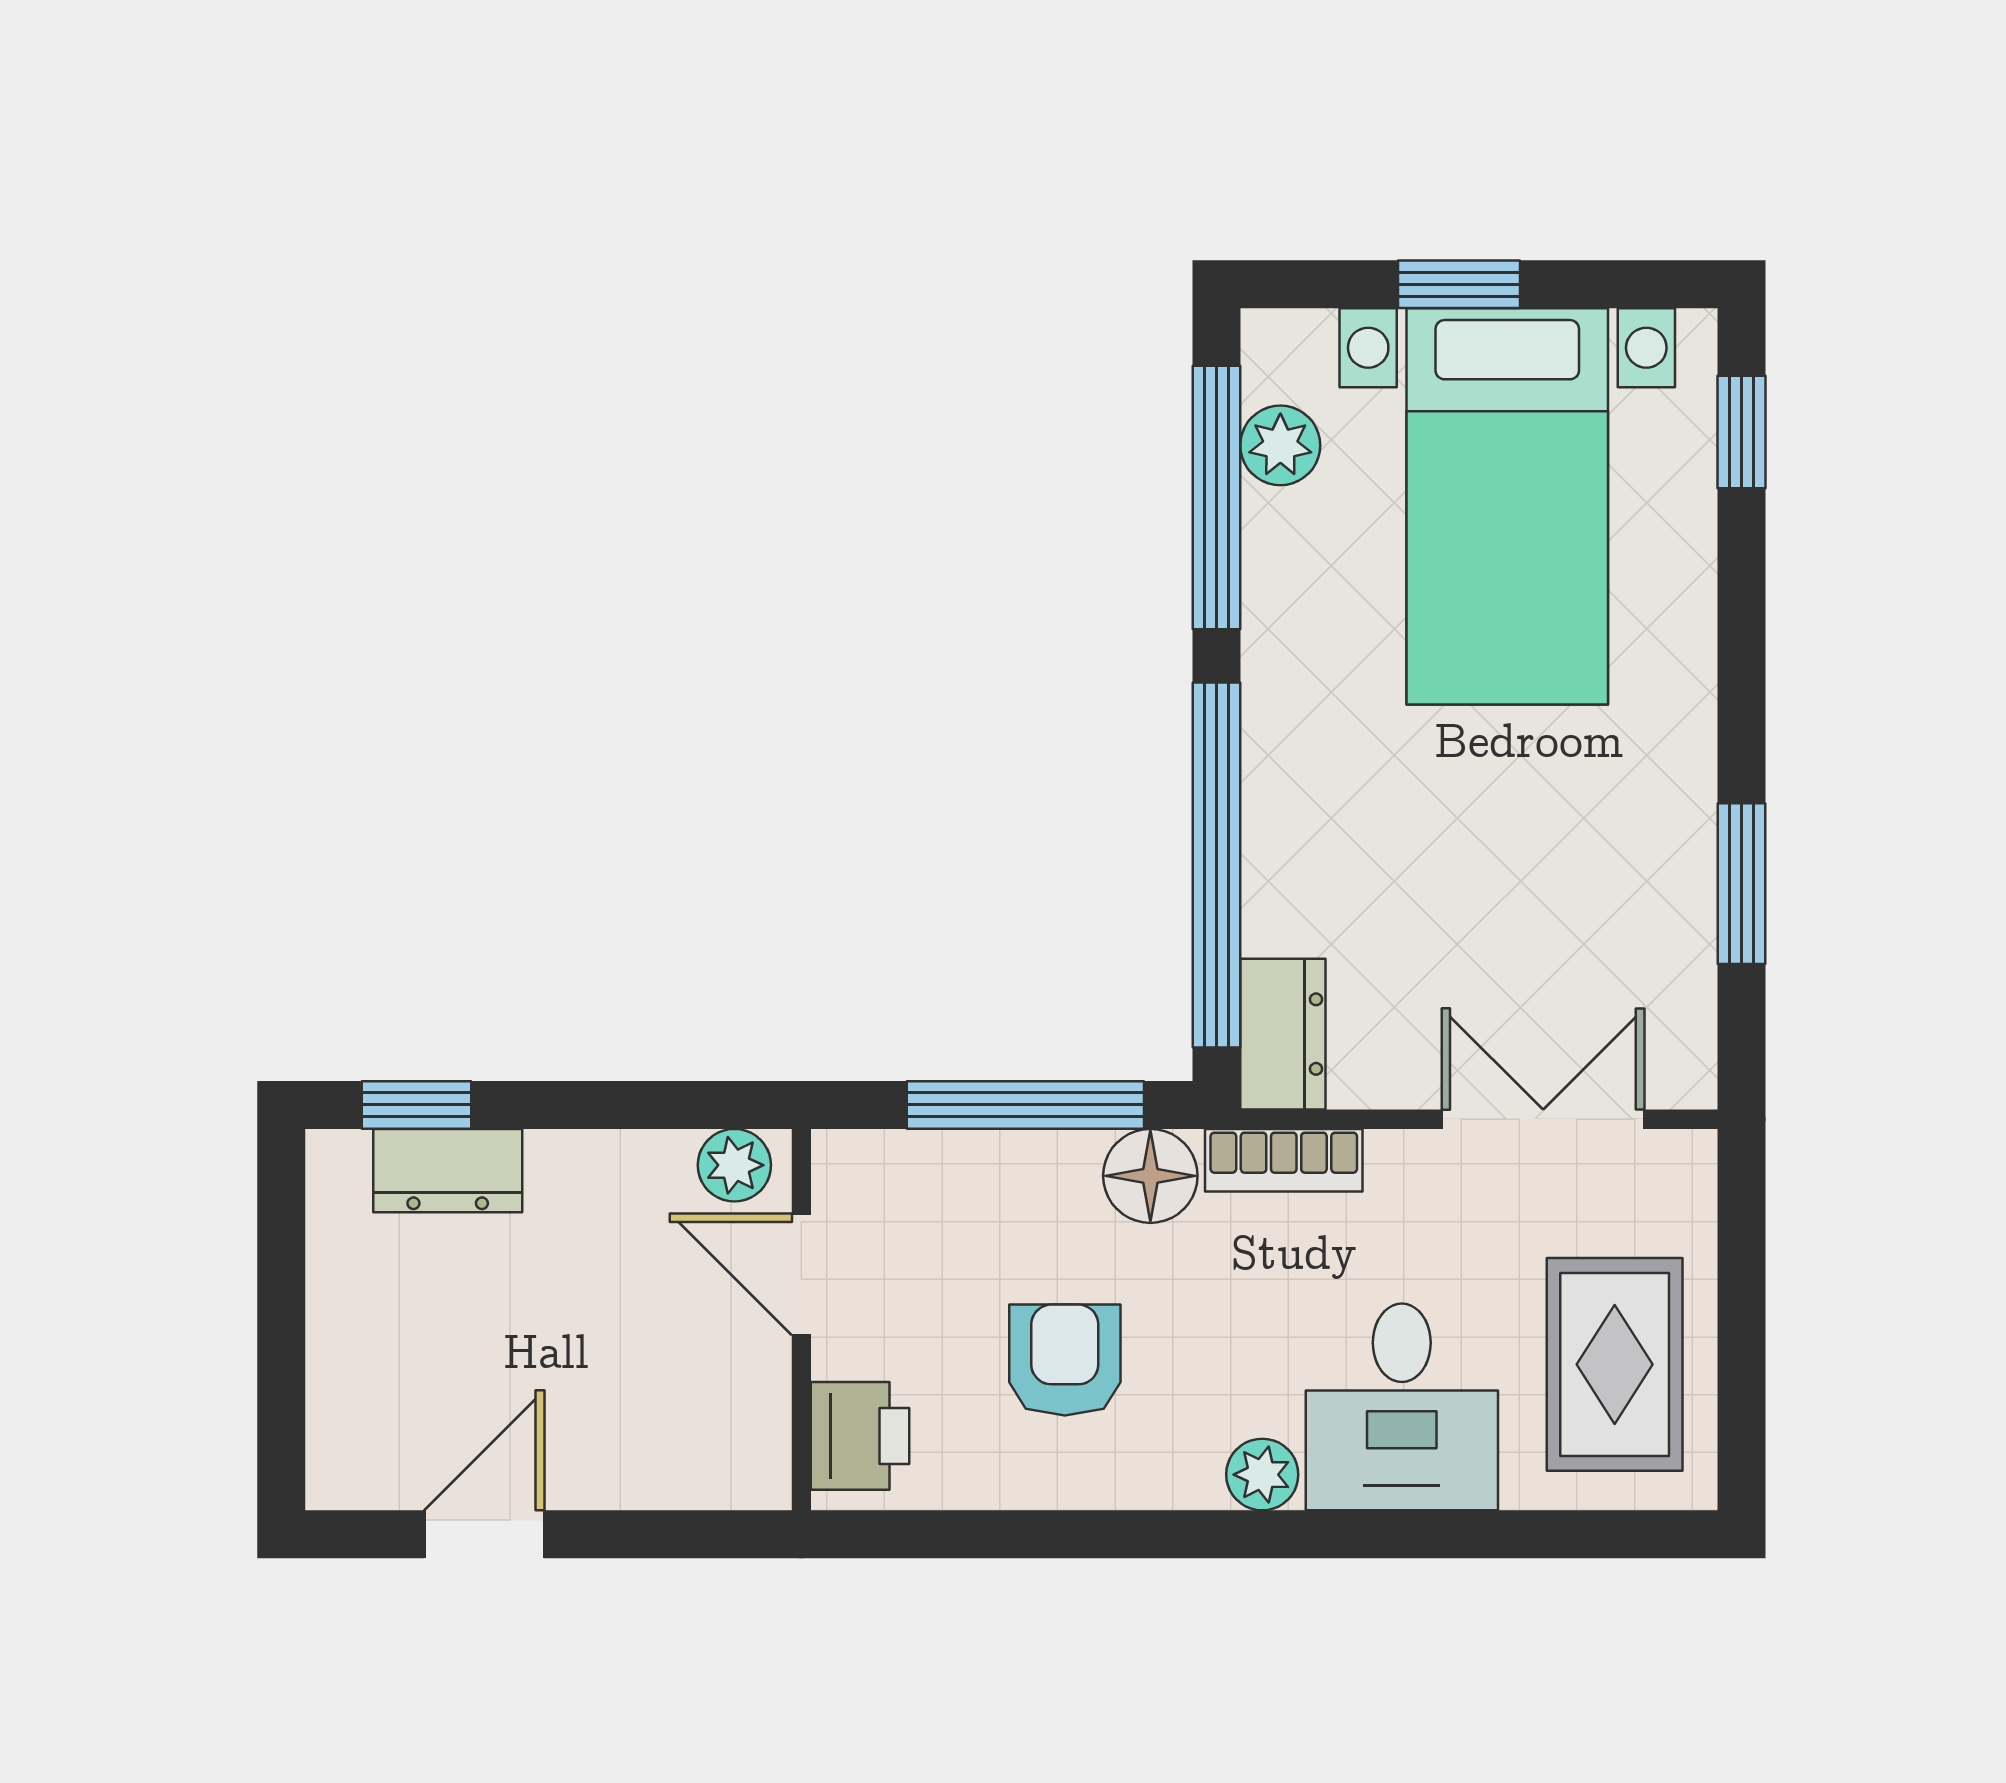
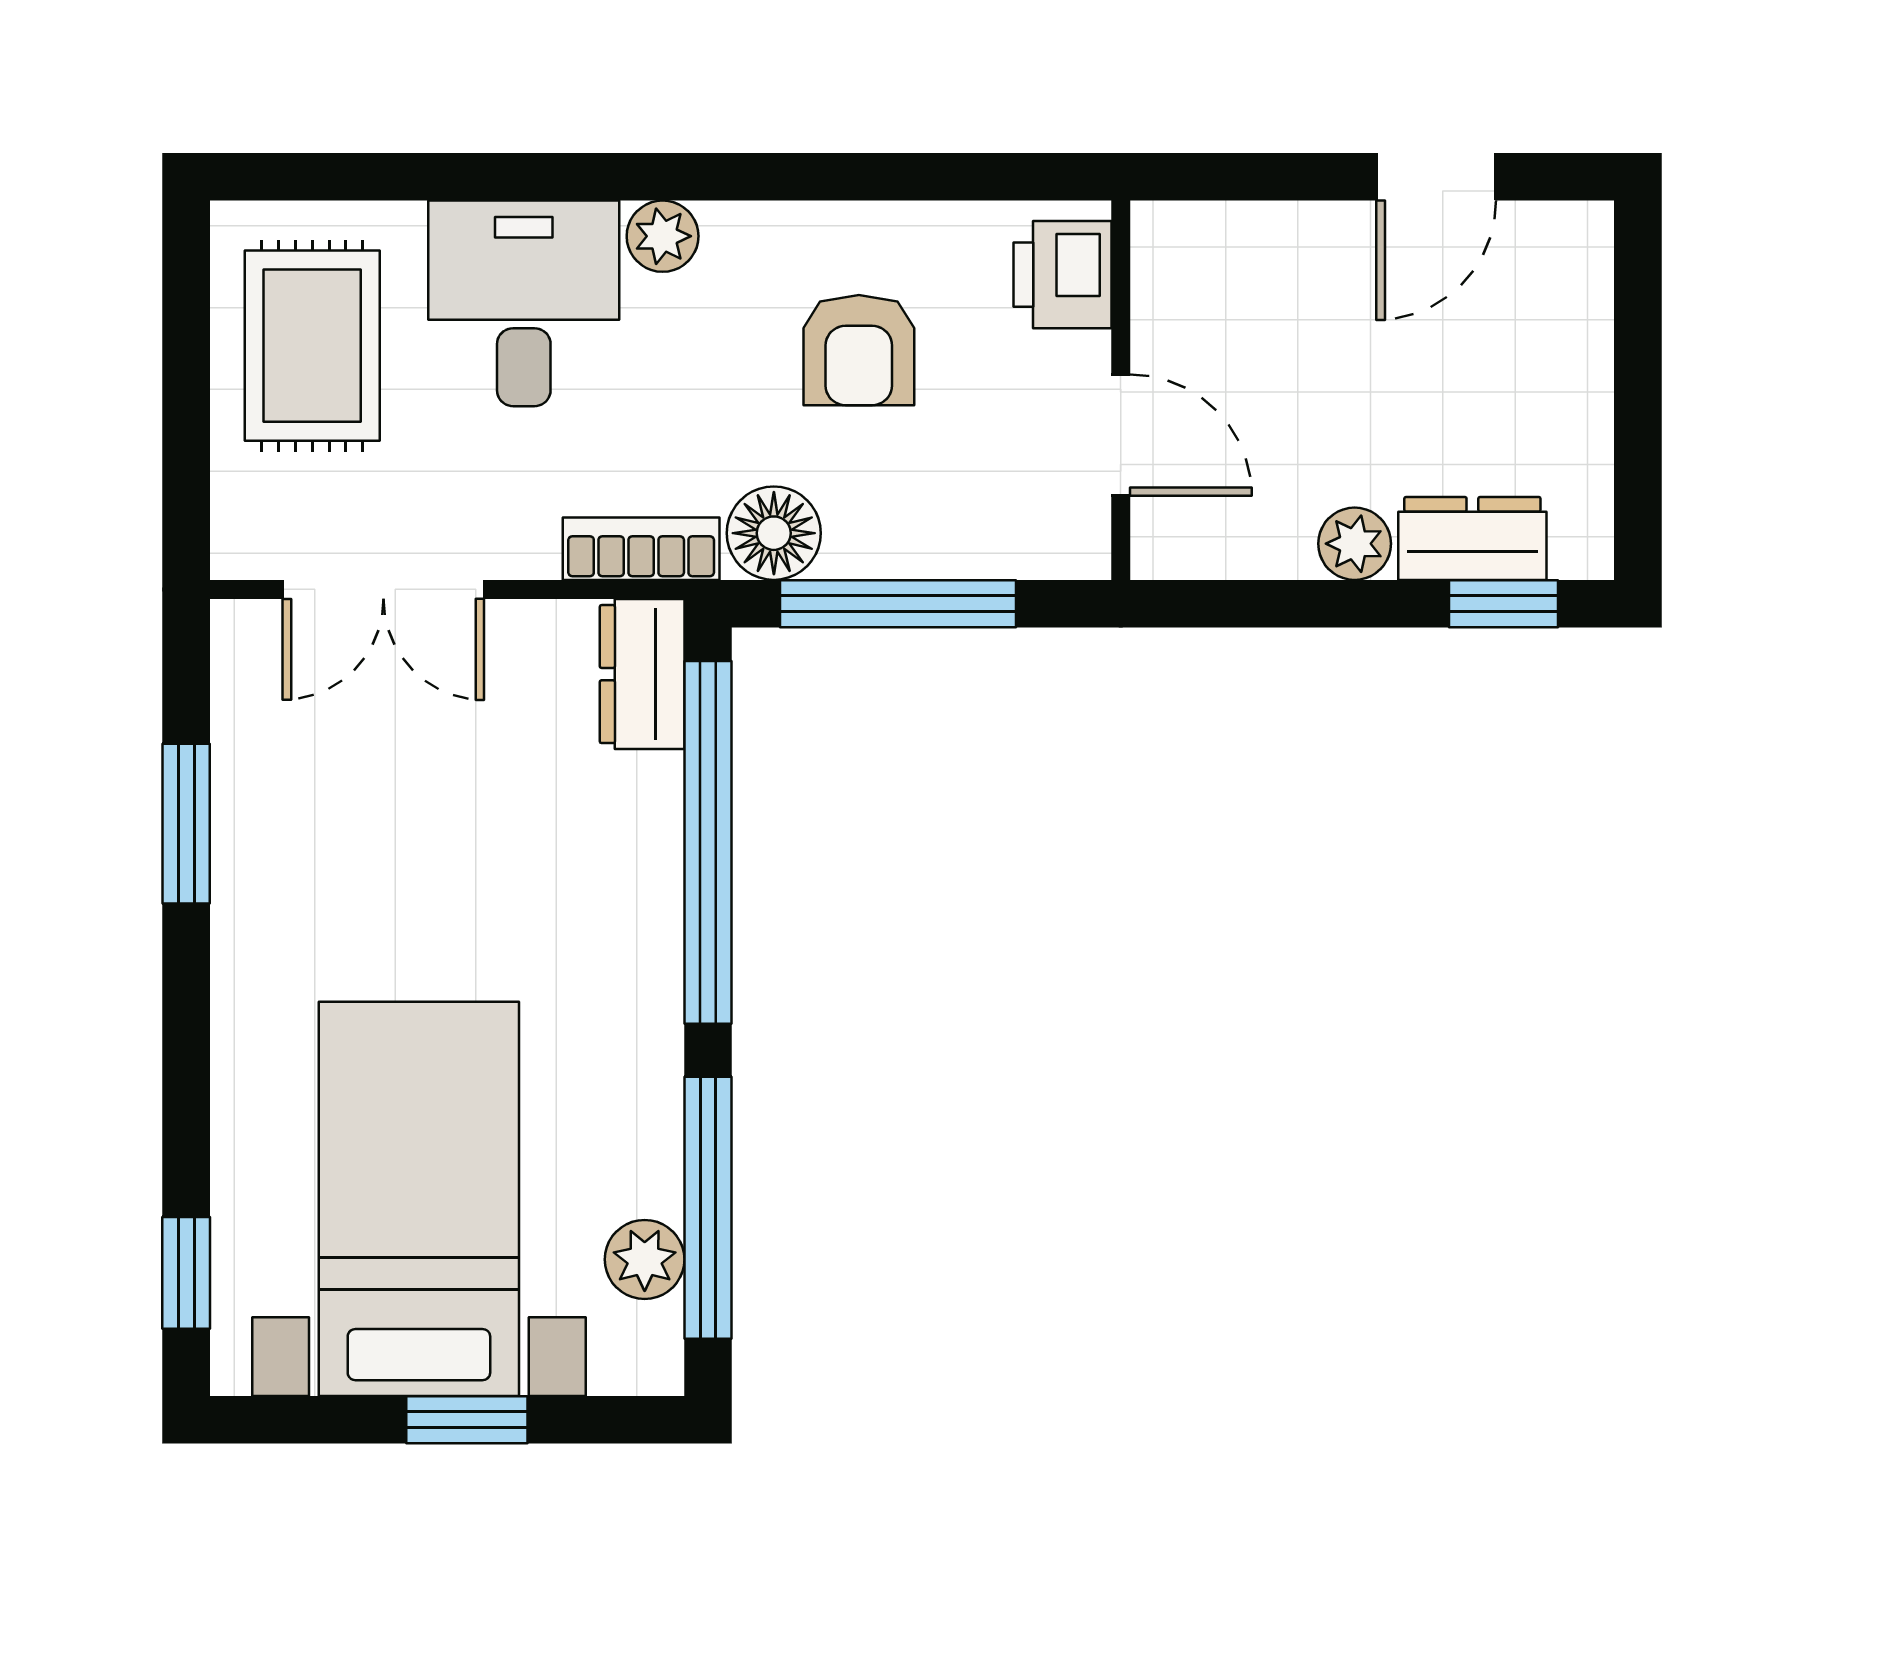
plant: (734, 1165) -> (1355, 544), moved

